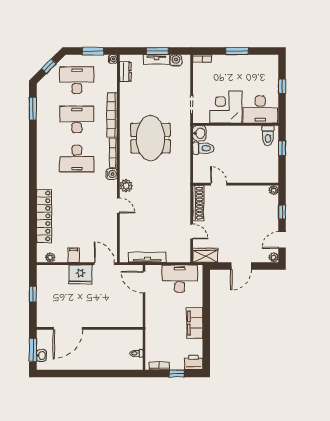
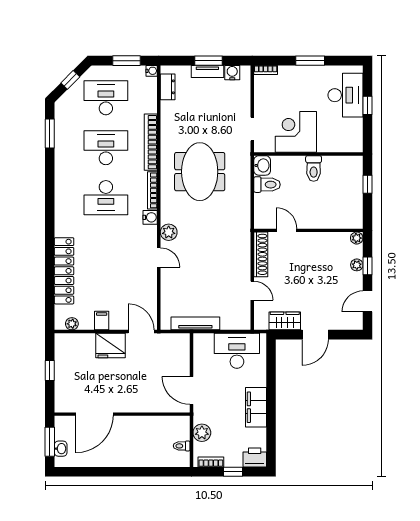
desk: (260, 110) -> (345, 95), moved, turned -90
toilet: (268, 136) -> (314, 168), moved
wardrobe: (205, 255) -> (285, 321), moved
plant: (274, 257) -> (357, 265), moved
door: (144, 282) -> (192, 391), moved
plant: (152, 343) -> (202, 433), added

